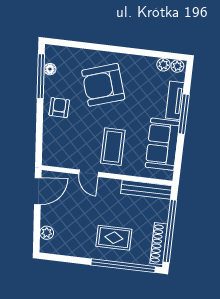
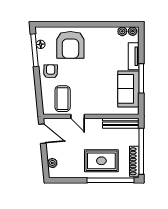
armchair: (103, 85) -> (70, 45), moved, turned -72
window: (184, 114) -> (141, 78), moved
coffee table: (113, 147) -> (63, 99), moved
door: (38, 191) -> (42, 134), hinge flipped
rug: (114, 238) -> (101, 161), width x1.36, depth x1.43

